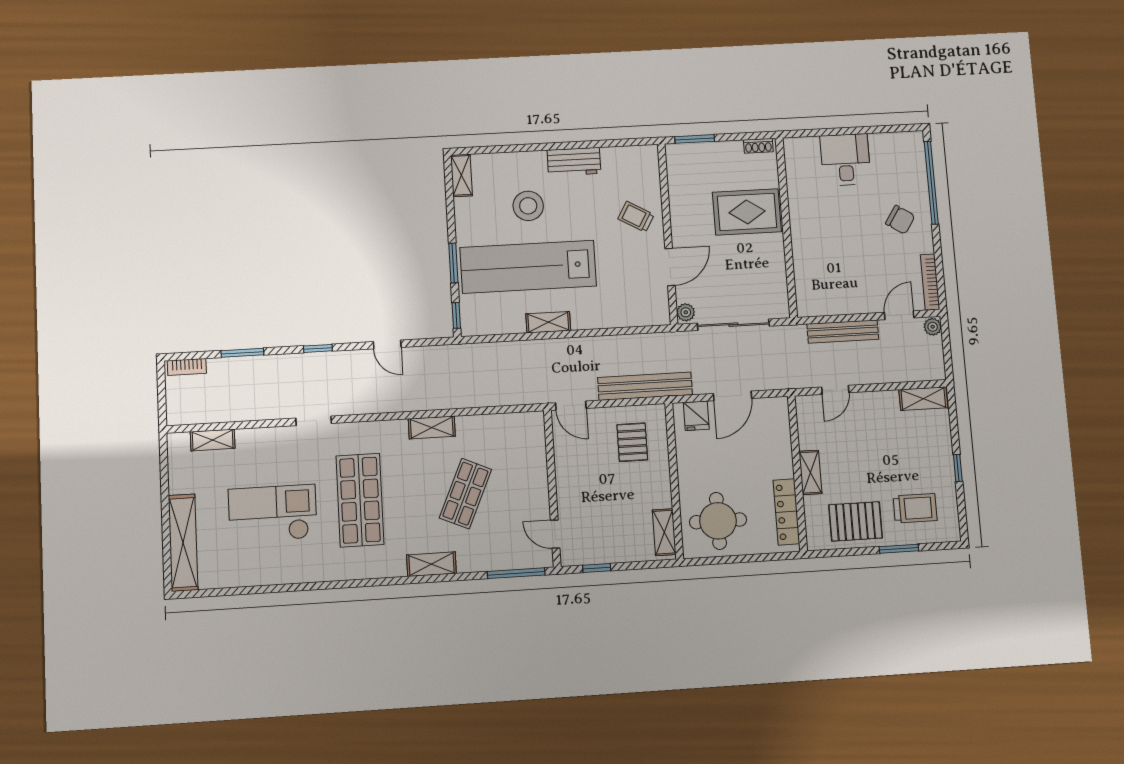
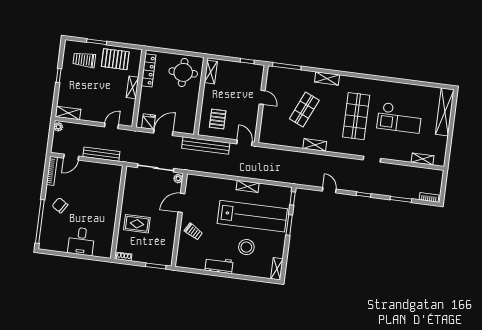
rug: (747, 212) -> (137, 224), width x0.73, depth x0.70
plant: (933, 327) -> (58, 127), moved
fridge: (696, 416) -> (148, 122), moved
door: (555, 534) -> (262, 97), moved

